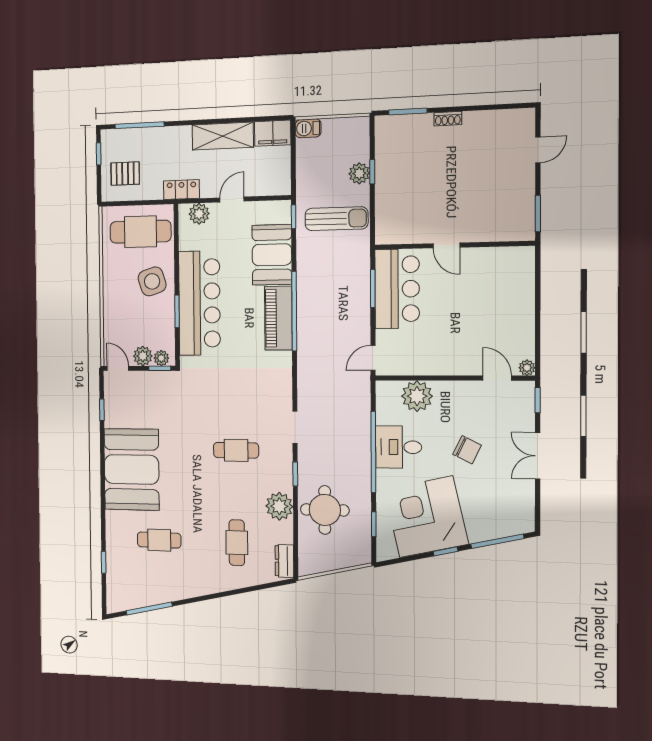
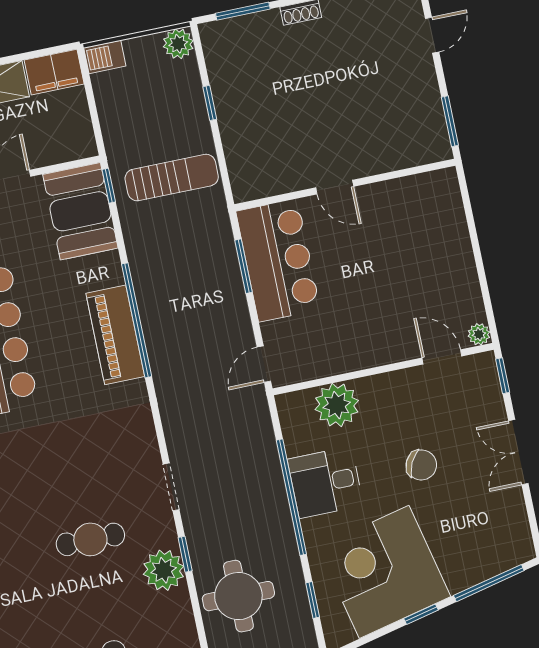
plant: (359, 173) -> (178, 44), moved
booth: (272, 255) -> (80, 211), moved
plant: (279, 506) -> (164, 570), moved

